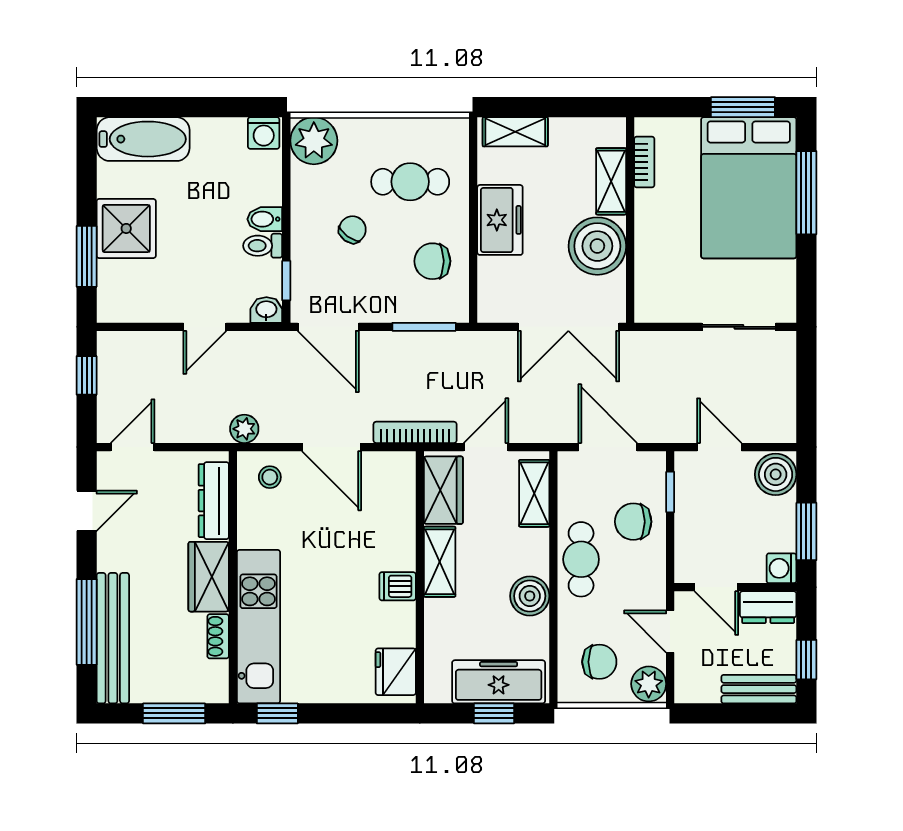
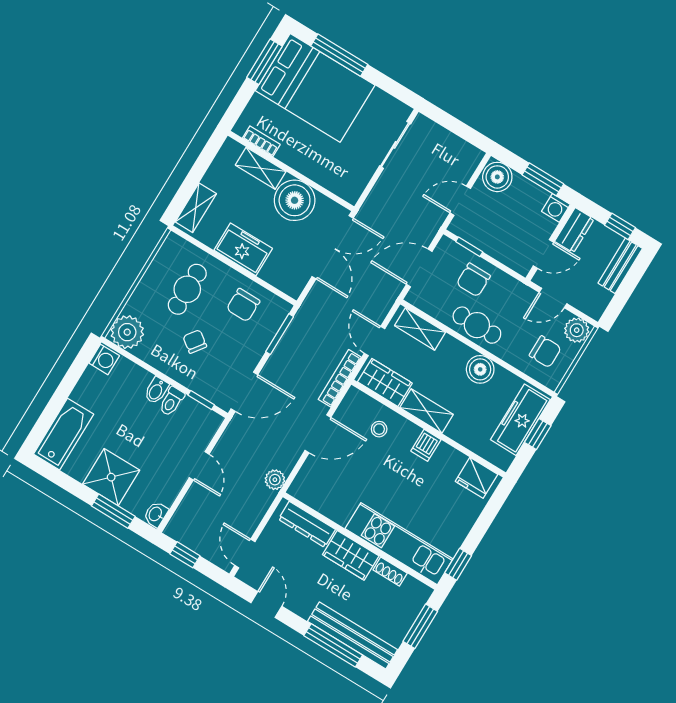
washbasin: (266, 310) -> (156, 514), moved
stool: (270, 477) -> (379, 429), moved
chair: (599, 662) -> (545, 352), turned 90

